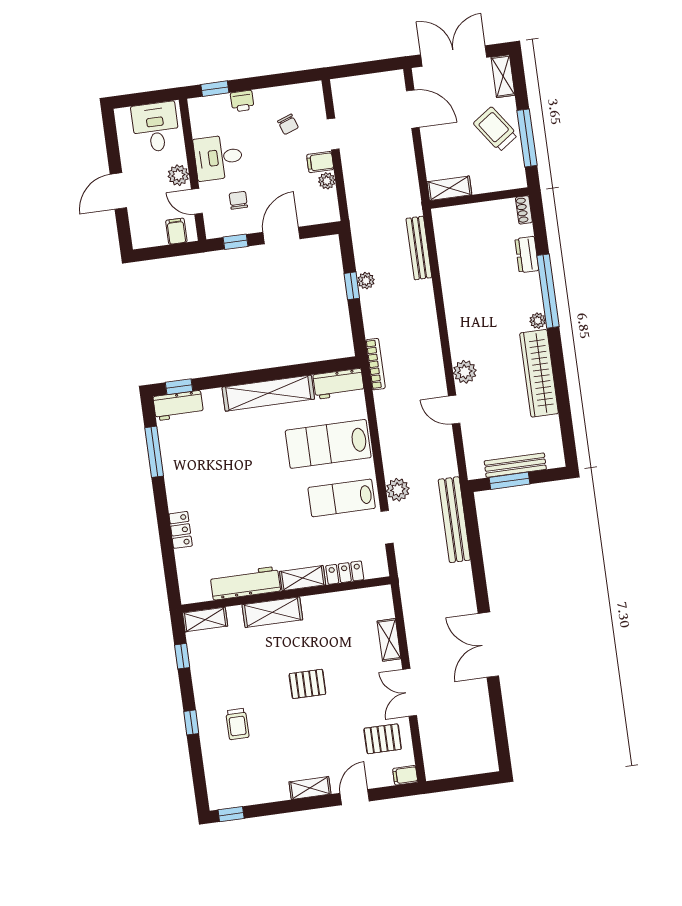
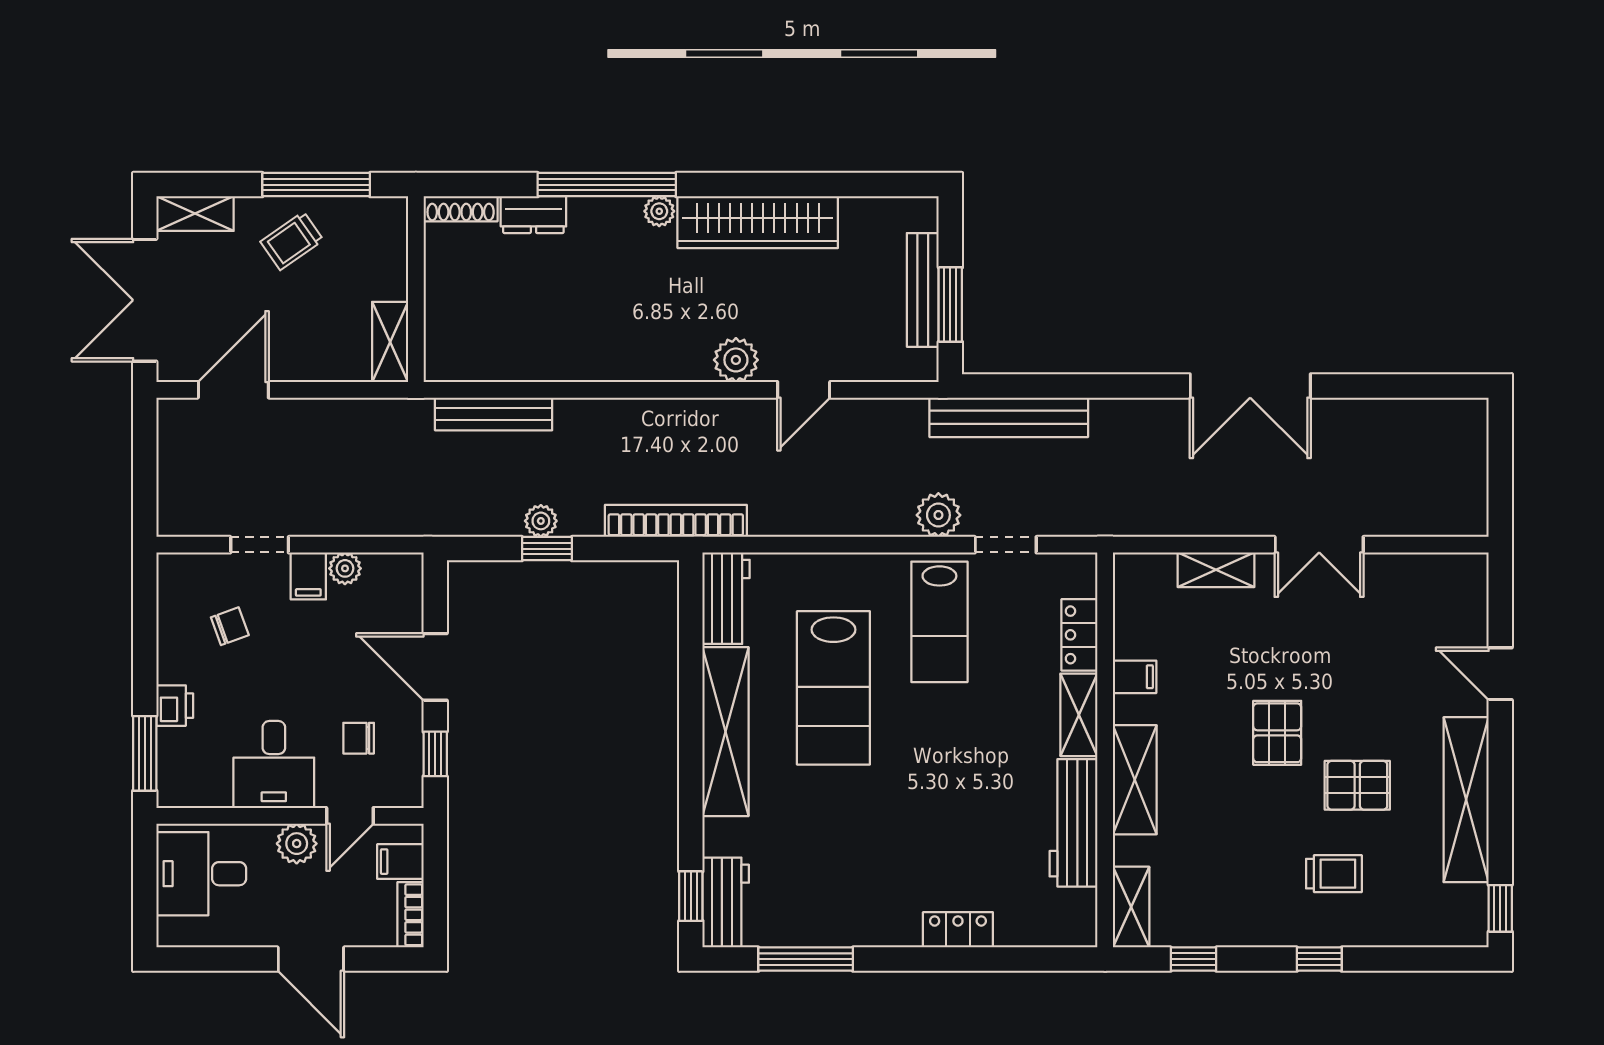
window: (215, 89) -> (145, 753), width x1.50
trolley: (496, 129) -> (292, 241), width x0.73, depth x0.72
shoe rack: (524, 210) -> (461, 209), width x1.43
bookcase: (149, 240) -> (411, 915), added
bookcase: (375, 364) -> (676, 521), width x1.48, depth x1.31
lab bench: (328, 444) -> (833, 688), moved
pallet: (383, 739) -> (1357, 785), moved, turned 90
filing cabinet: (405, 775) -> (1135, 677), moved, turned -90
shelving: (310, 788) -> (1466, 800), width x2.20, depth x1.33

